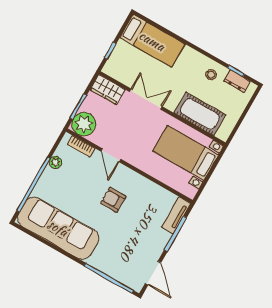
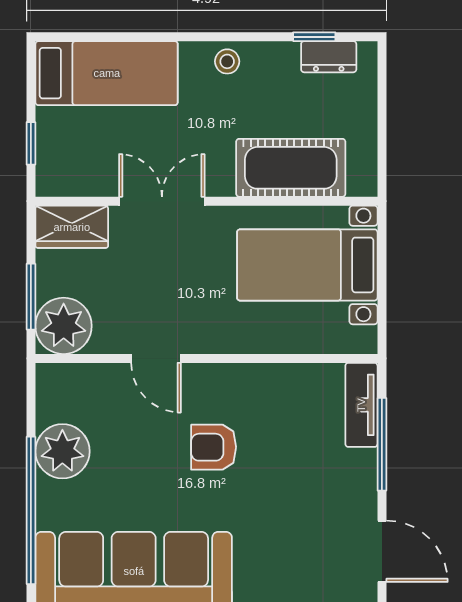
stool: (211, 75) -> (227, 61), moved
bookcase: (81, 146) -> (84, 375), removed
plant: (55, 162) -> (62, 451), width x1.88, depth x1.88

